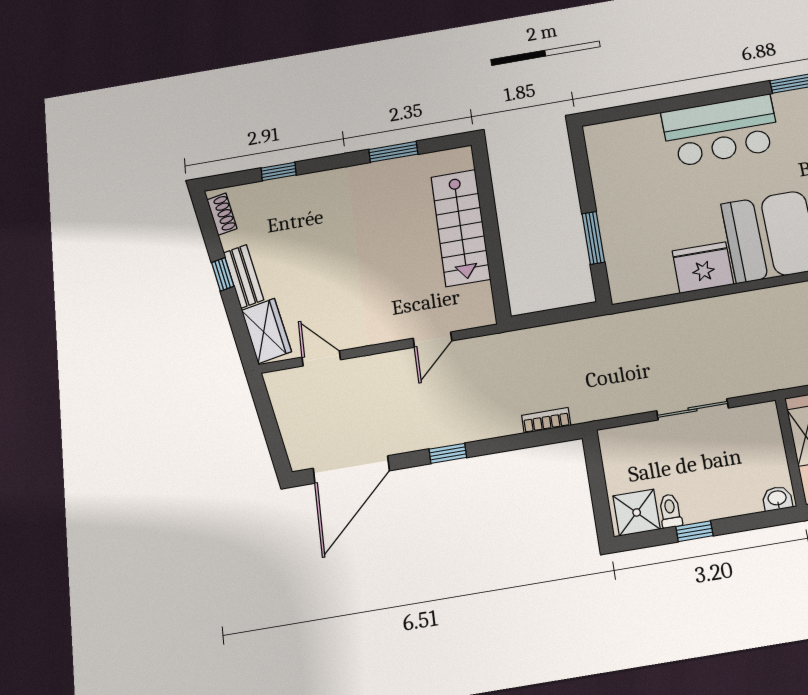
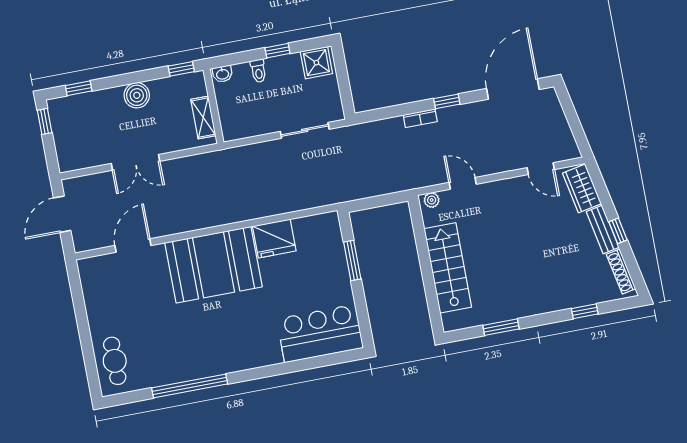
bar counter: (721, 131) -> (320, 333), moved
shoe rack: (222, 214) -> (621, 272), width x1.43
plant: (478, 317) -> (432, 200), added
door: (433, 340) -> (463, 183), hinge flipped
sliding door: (692, 409) -> (305, 130), moved
bookcase: (546, 420) -> (420, 118), moved
toilet: (670, 511) -> (258, 71), moved

